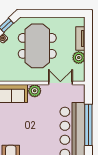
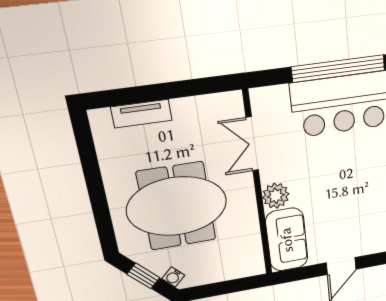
plant: (79, 58) -> (188, 111), removed

